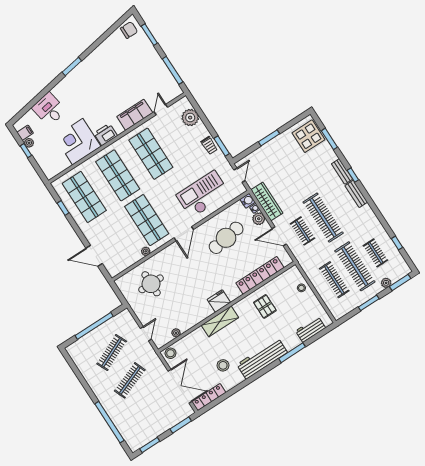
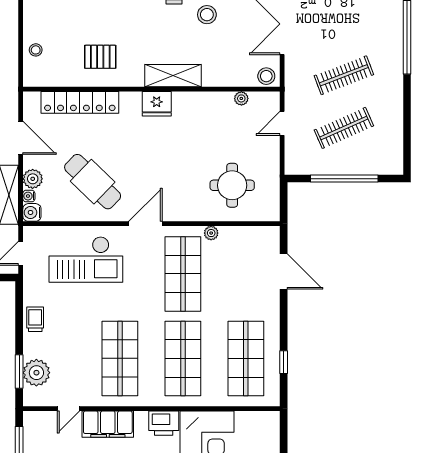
window: (222, 146) -> (19, 372), moved
cafe table: (226, 238) -> (93, 182), turned 53
pallet: (265, 306) -> (100, 57), turned 90

